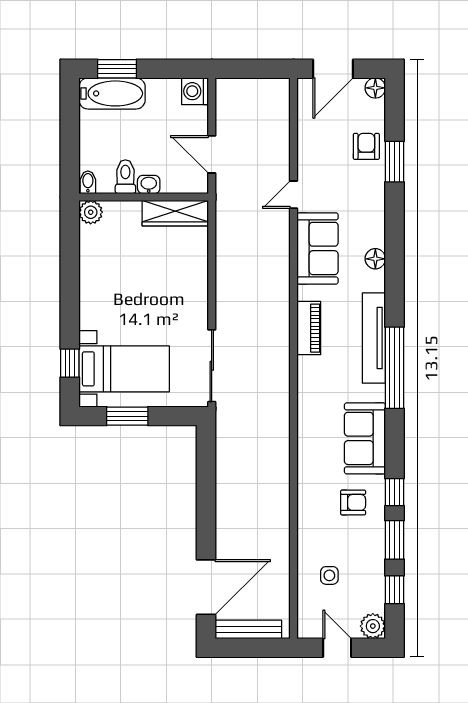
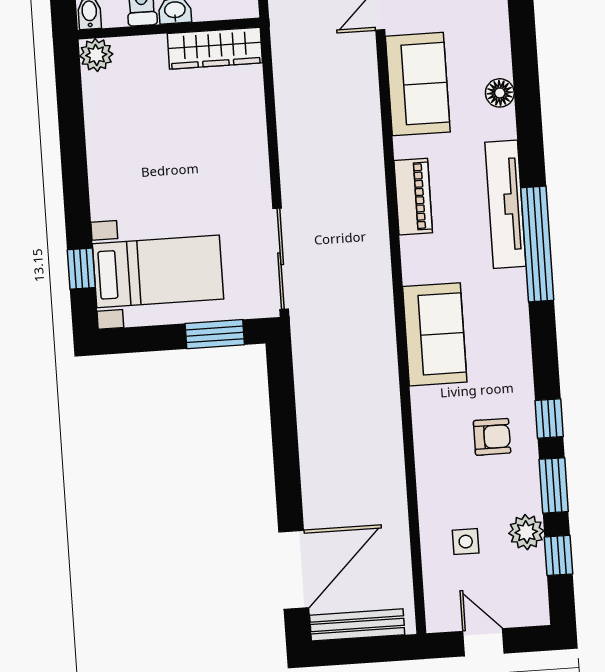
window: (127, 416) -> (215, 334), moved
sofa: (365, 438) -> (435, 334), moved, turned 180
plant: (373, 626) -> (526, 532), moved

